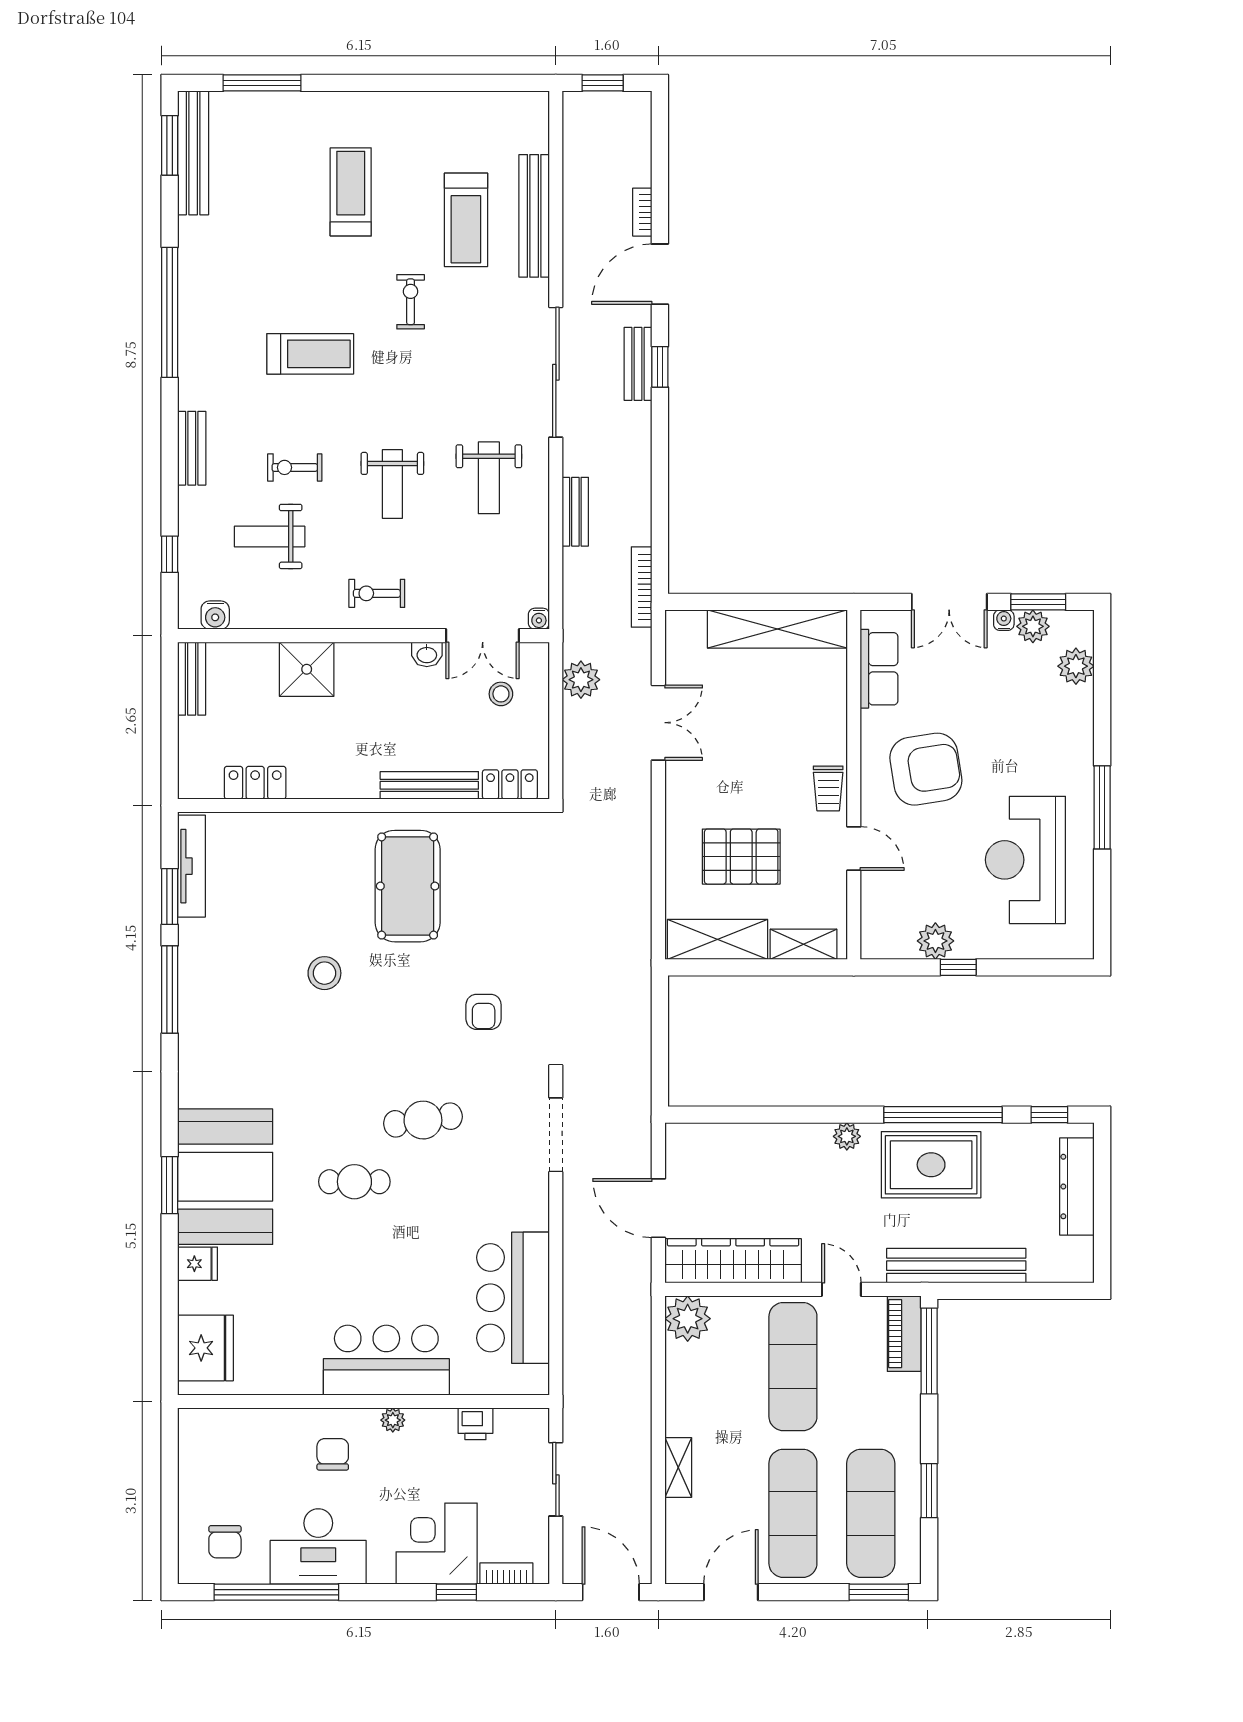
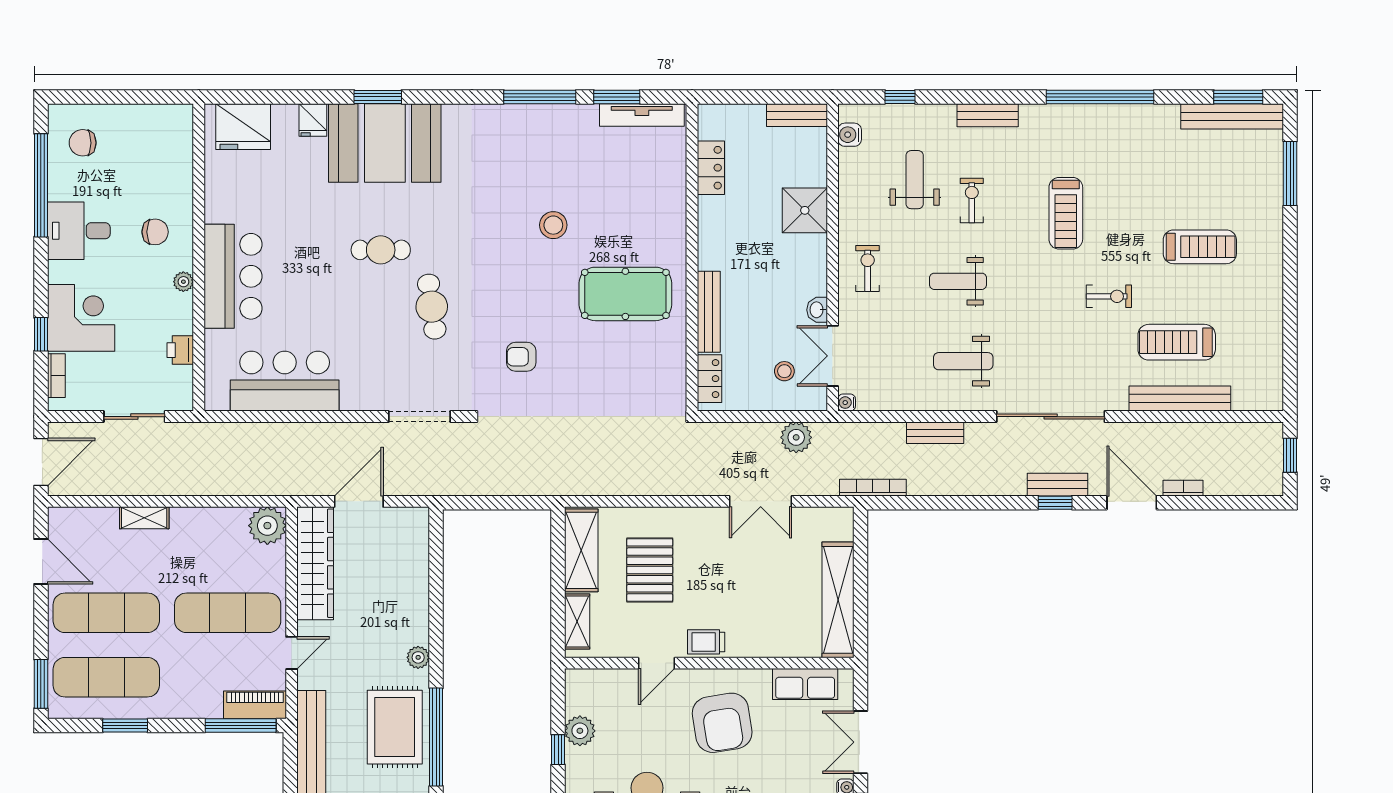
cafe table: (354, 1182) -> (381, 250), turned 90
desk: (318, 1546) -> (79, 231), width x0.73

